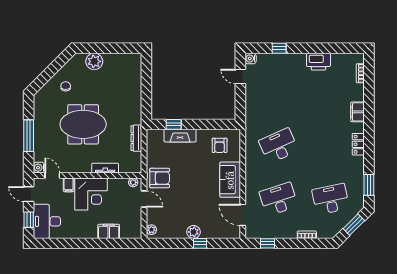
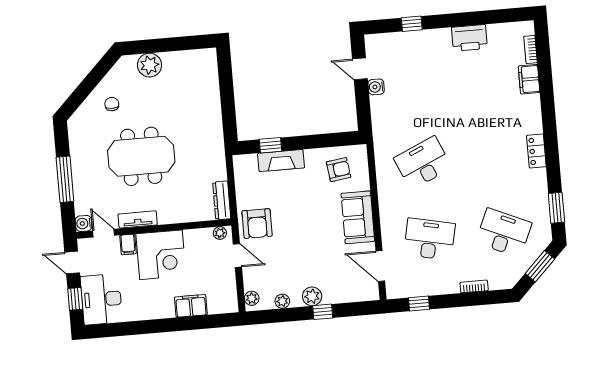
water cooler: (251, 58) -> (376, 87), moved
filing cabinet: (357, 112) -> (529, 79), moved
dresser: (136, 138) -> (222, 200), moved
armchair: (220, 145) -> (339, 170), turned -98
tv unit: (105, 168) -> (138, 219), moved
armchair: (160, 178) -> (257, 224), turned 90
desk: (279, 199) -> (429, 239), turned 30
desk: (331, 199) -> (504, 233), turned 36
plant: (173, 234) -> (282, 301), added

